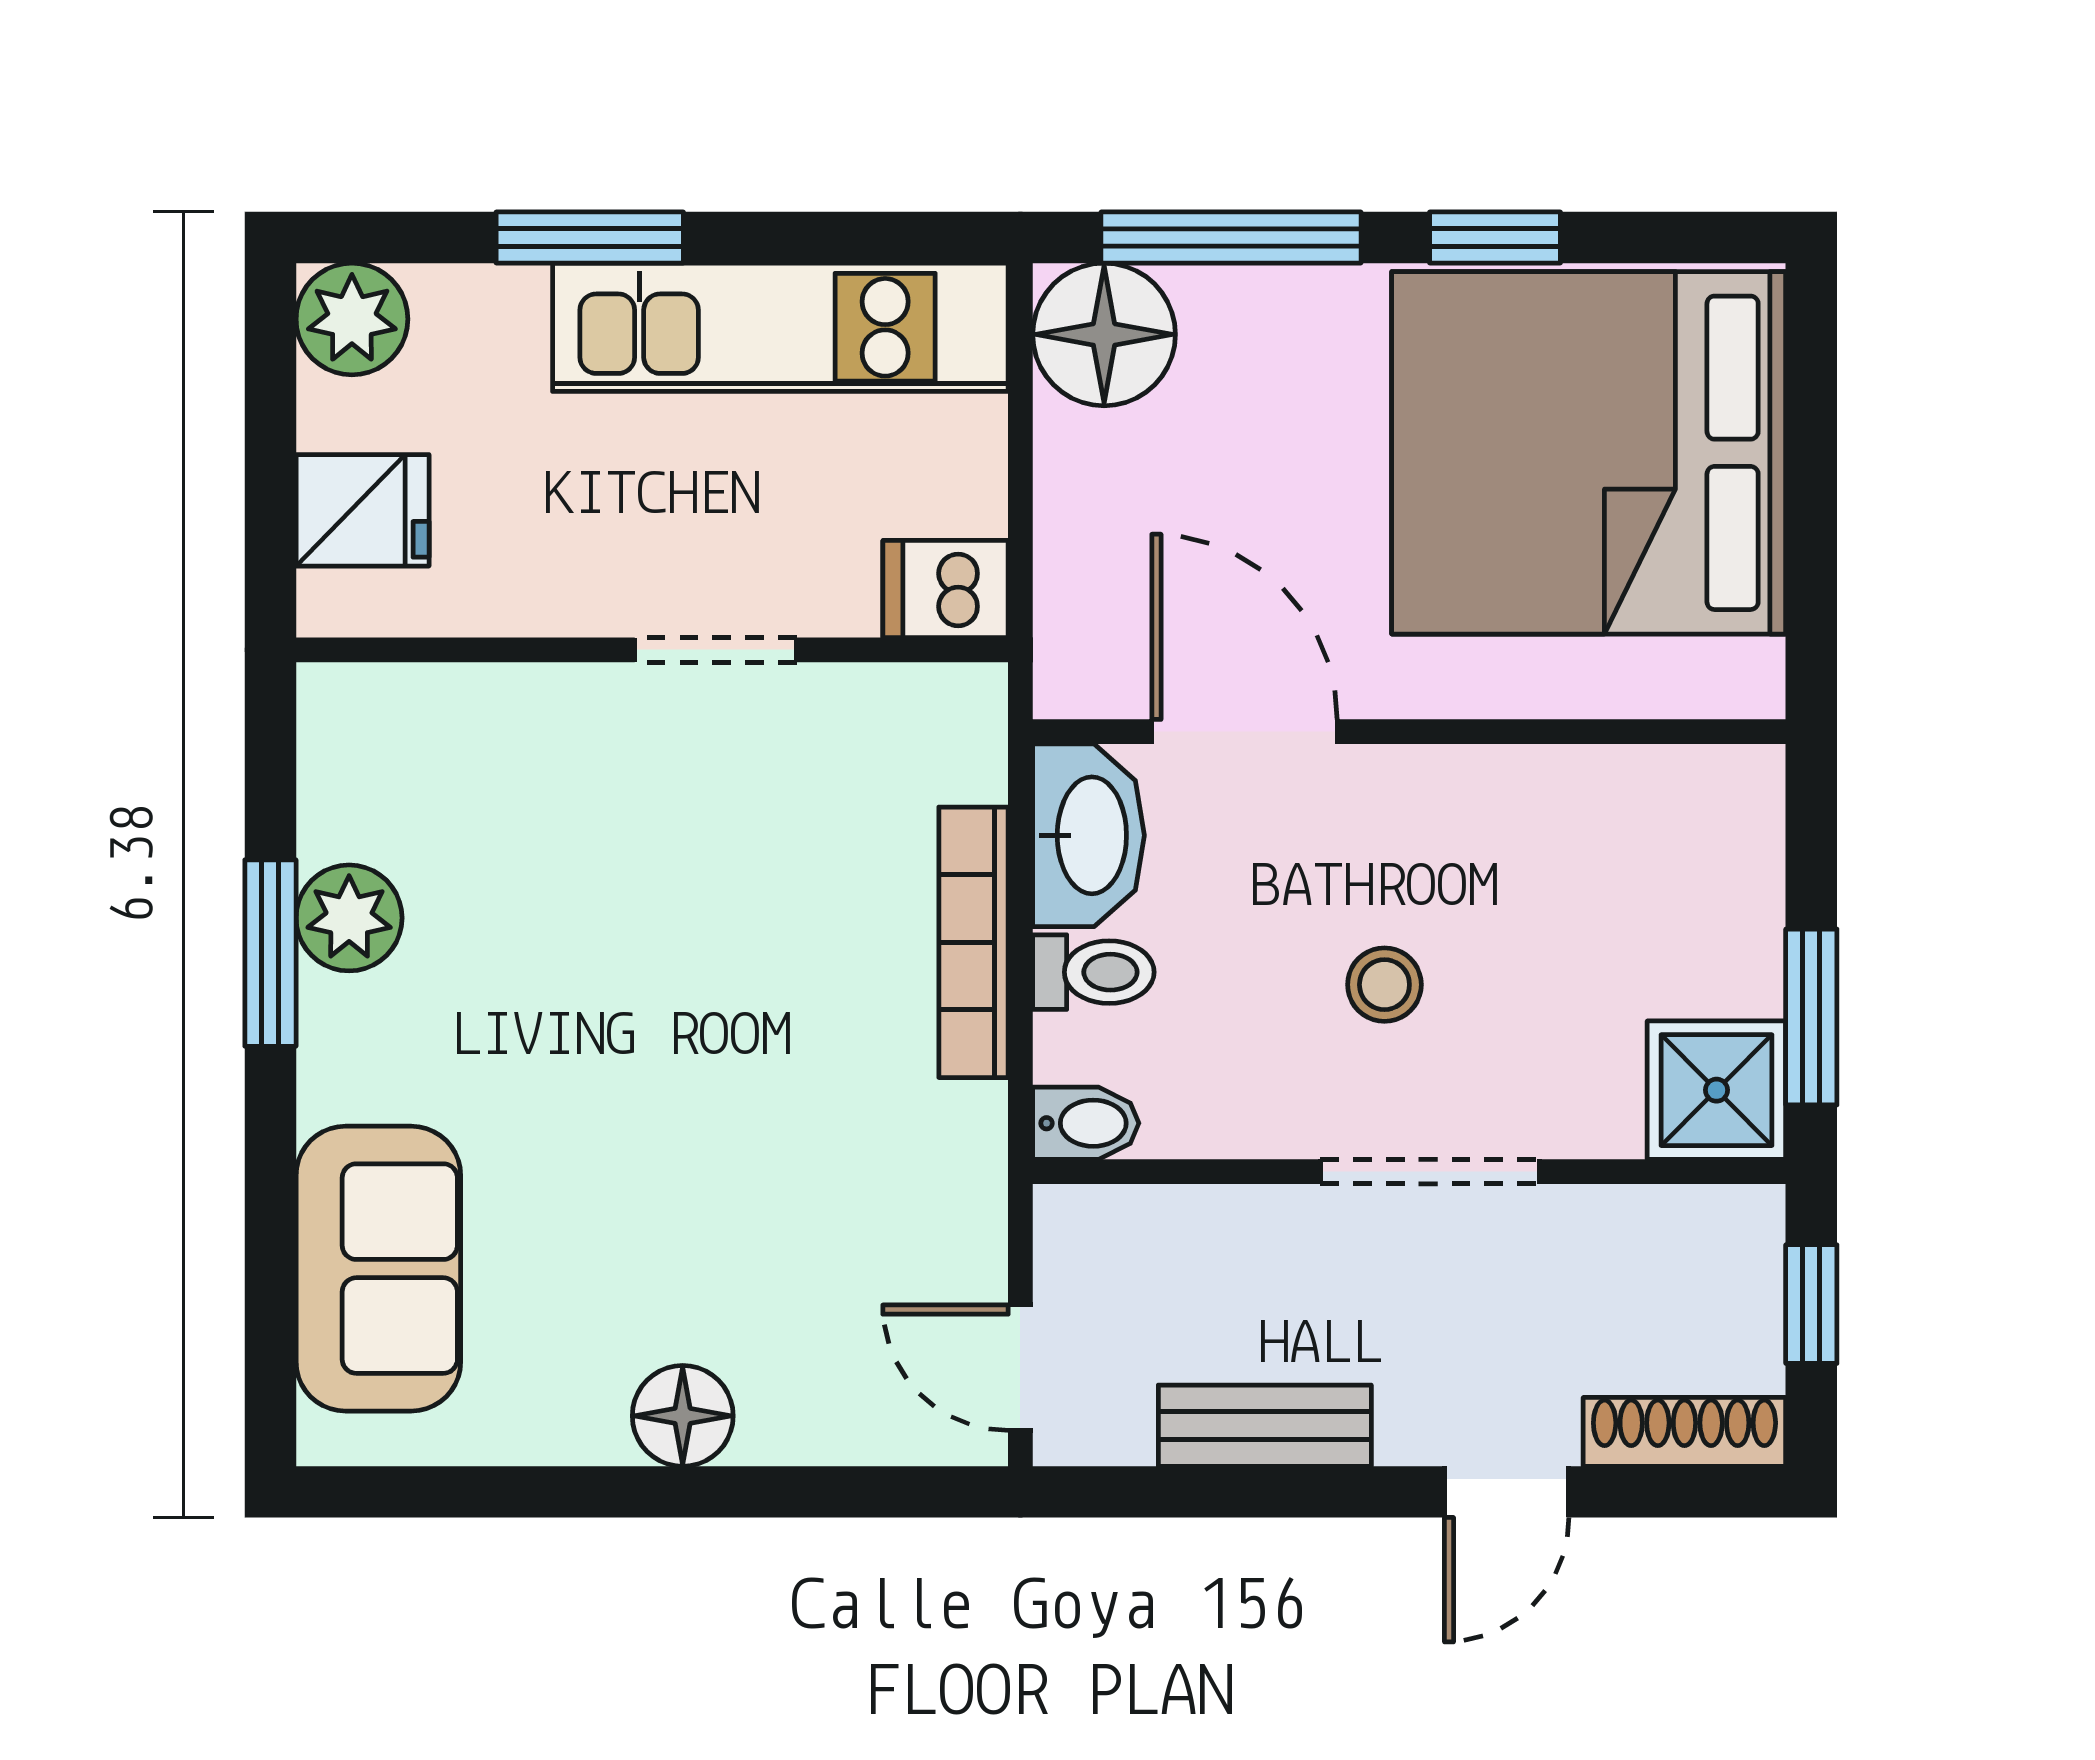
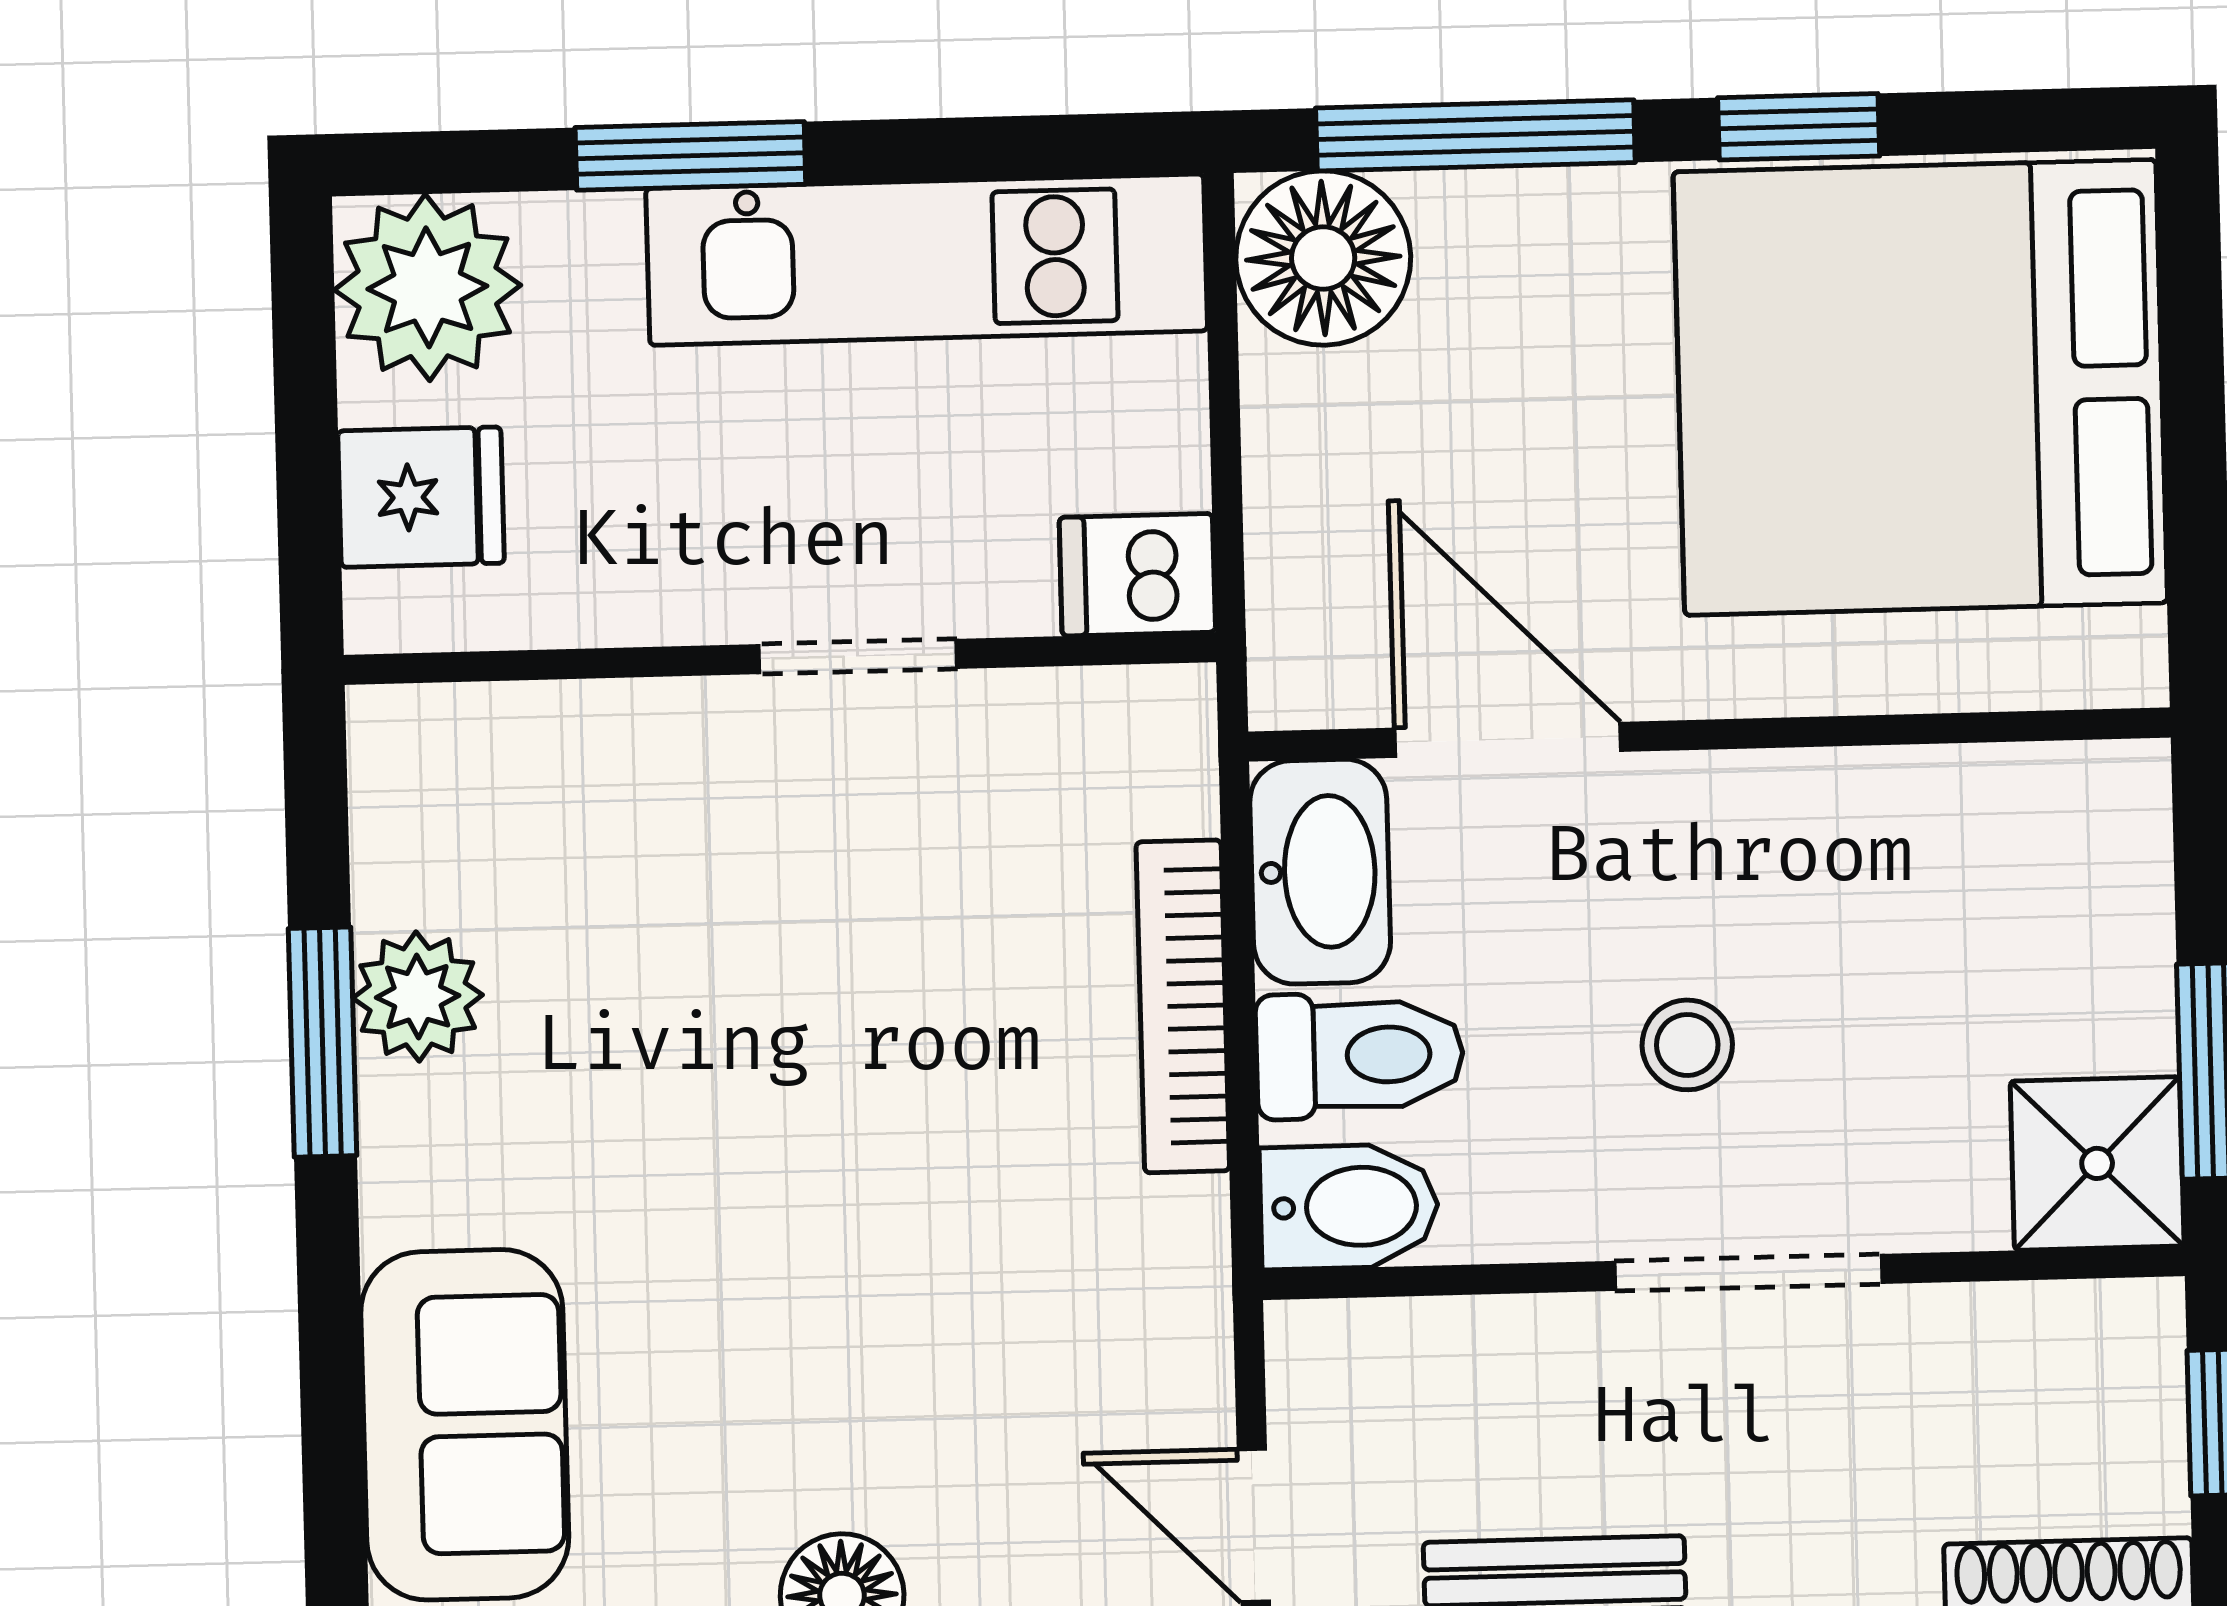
plant: (352, 319) -> (427, 287), width x1.36, depth x1.36
toilet: (1093, 972) -> (1360, 1055), width x1.37, depth x1.39
bidet: (1086, 1123) -> (1349, 1207), width x1.38, depth x1.36

